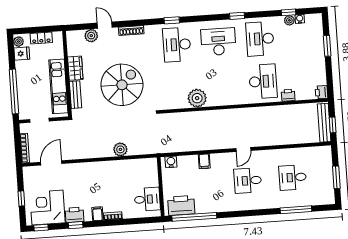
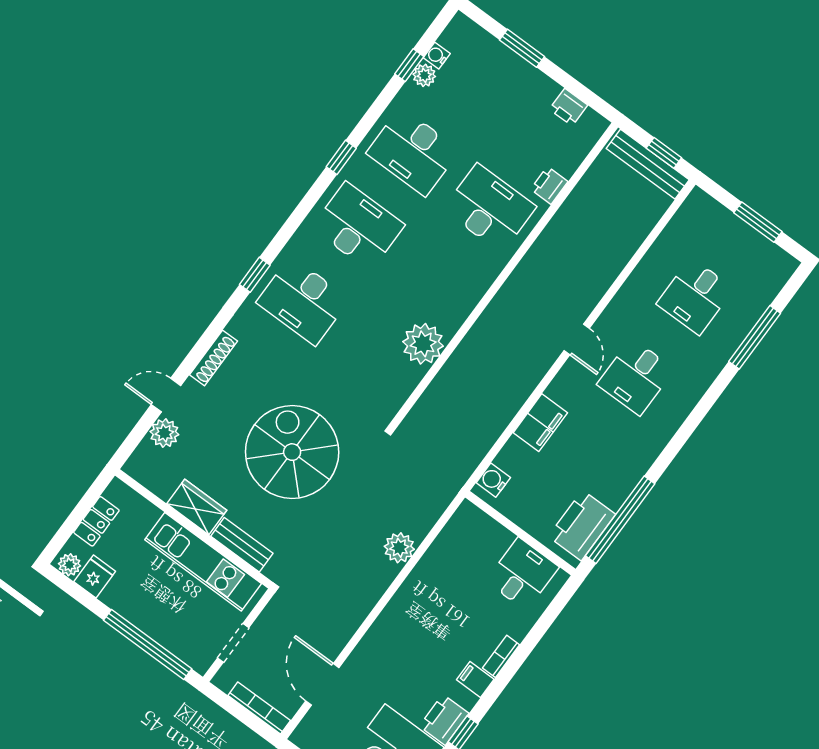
desk: (218, 42) -> (358, 226), turned 90
printer: (321, 92) -> (569, 107), moved
filing cabinet: (204, 161) -> (540, 423), width x2.00

